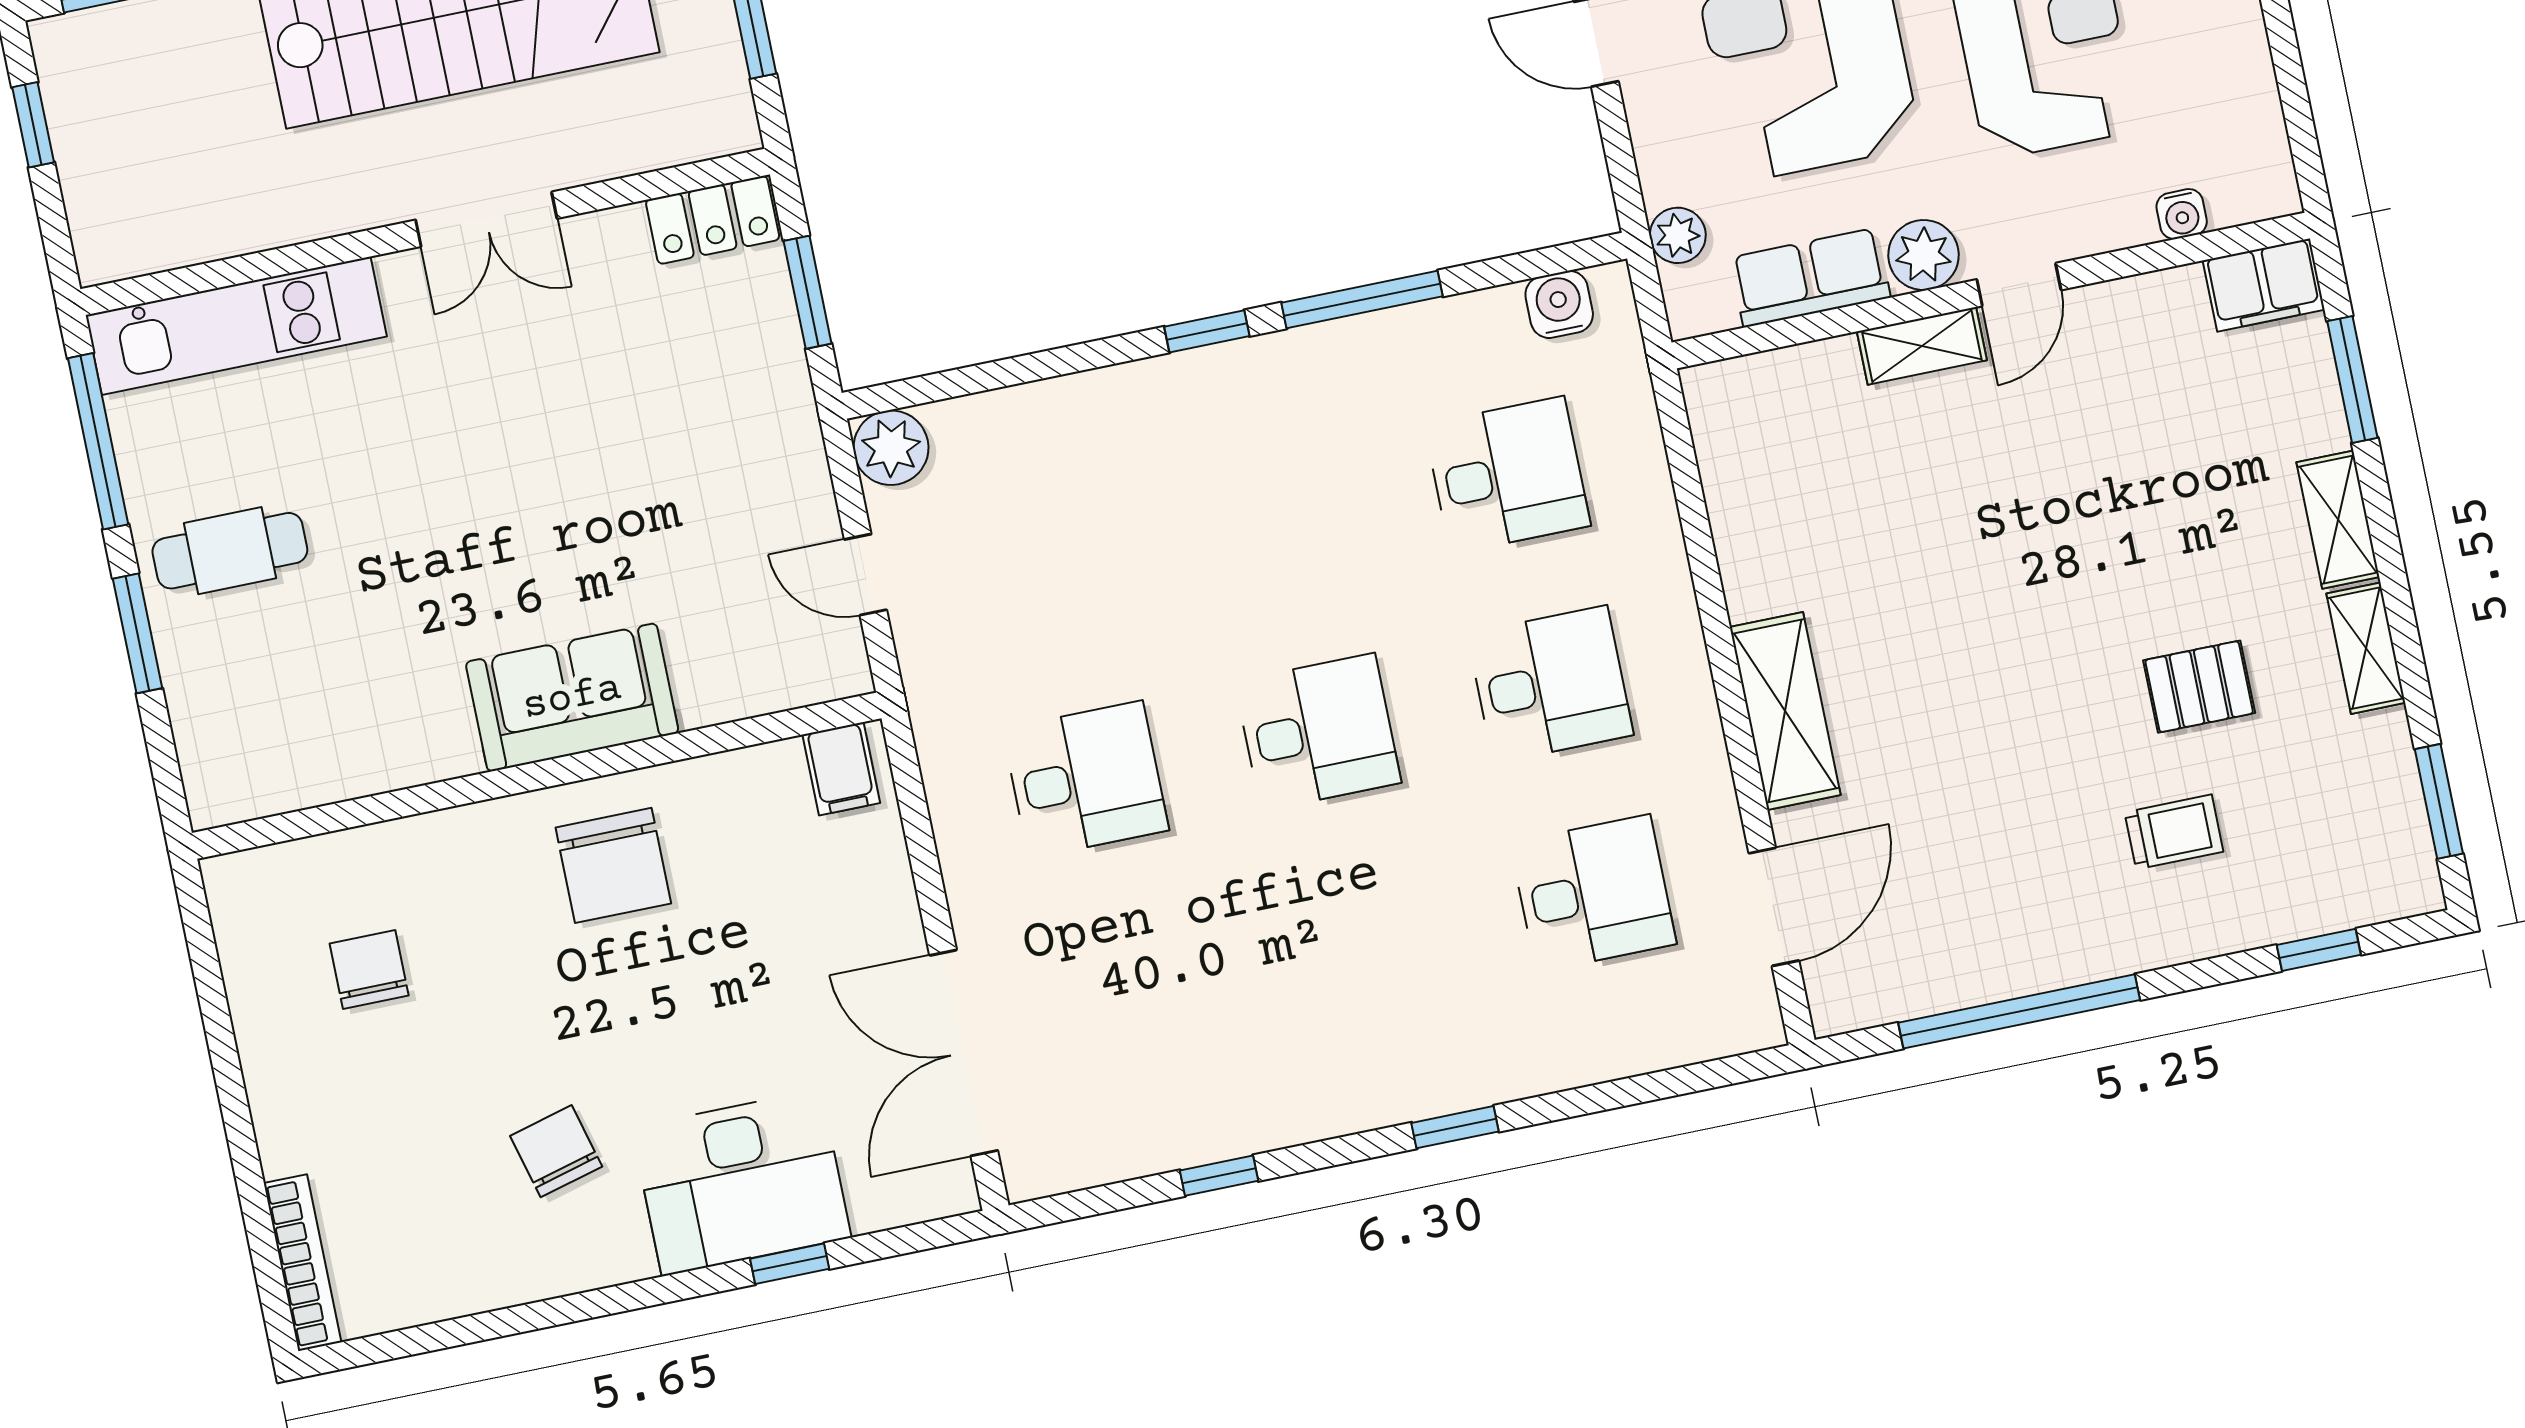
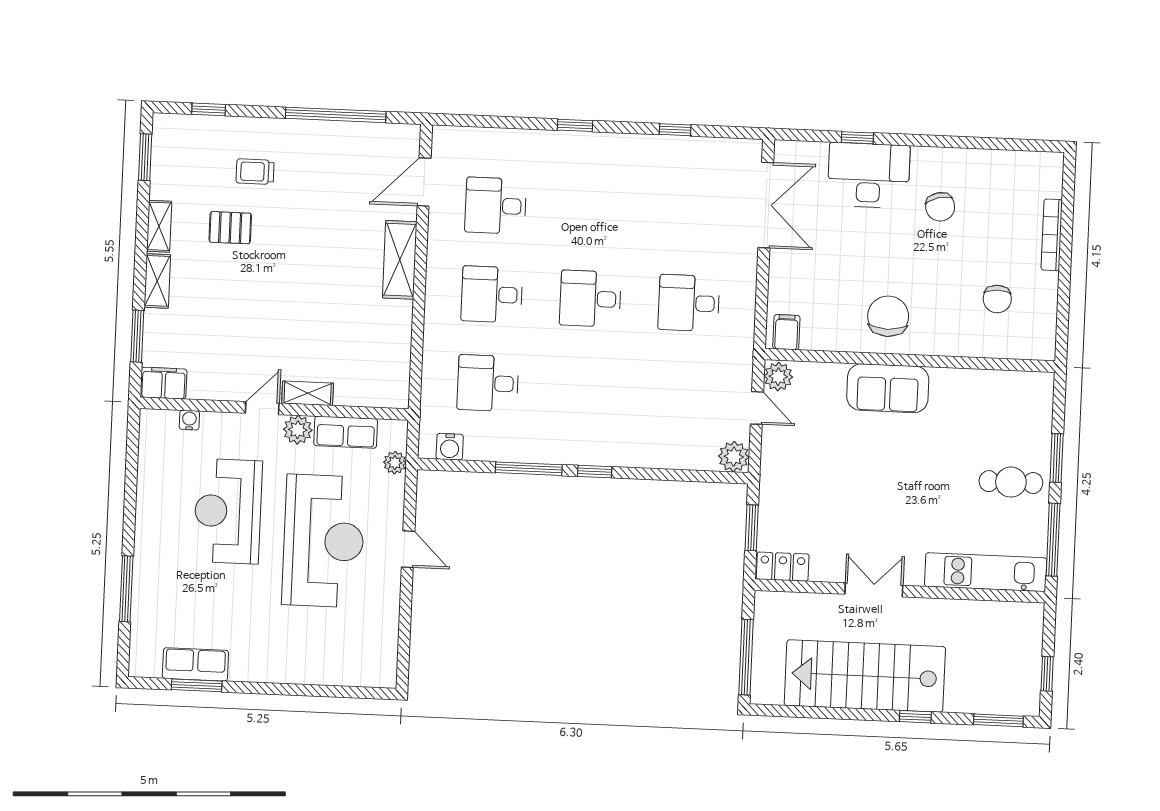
plant: (834, 660) -> (778, 377), added
bookcase: (302, 1263) -> (1052, 235), moved

